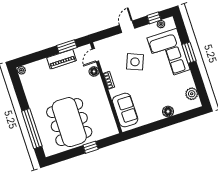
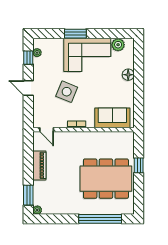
window: (67, 47) -> (28, 195), moved
corner sofa: (169, 54) -> (87, 55), moved
floor lamp: (94, 71) -> (63, 137), removed

